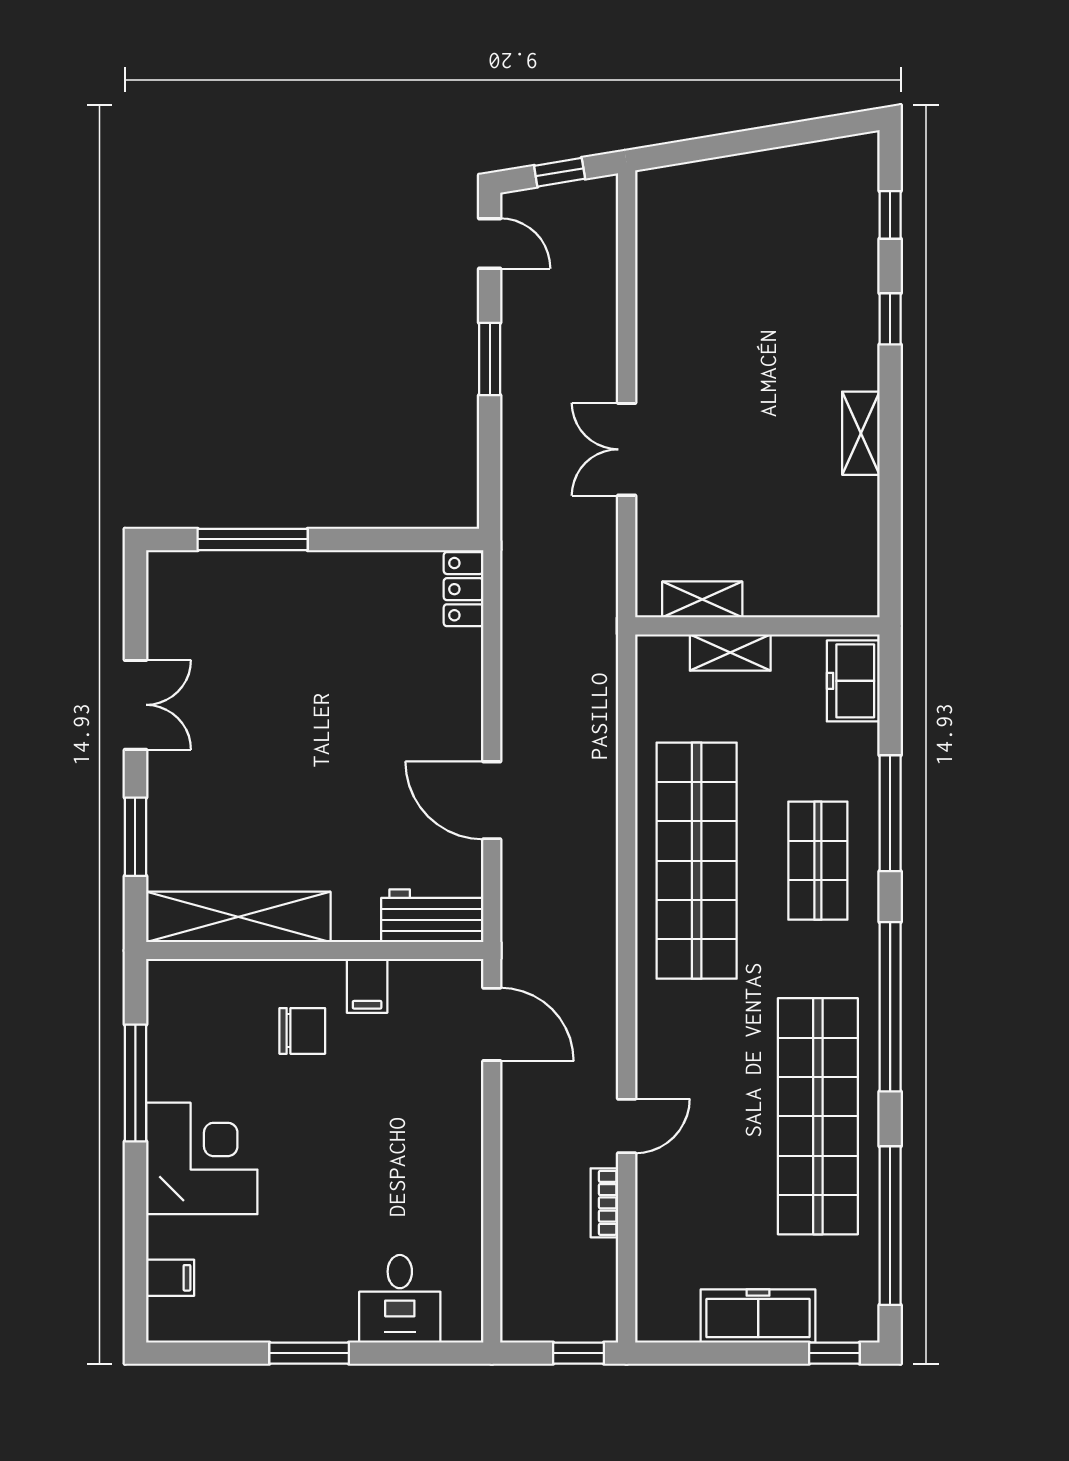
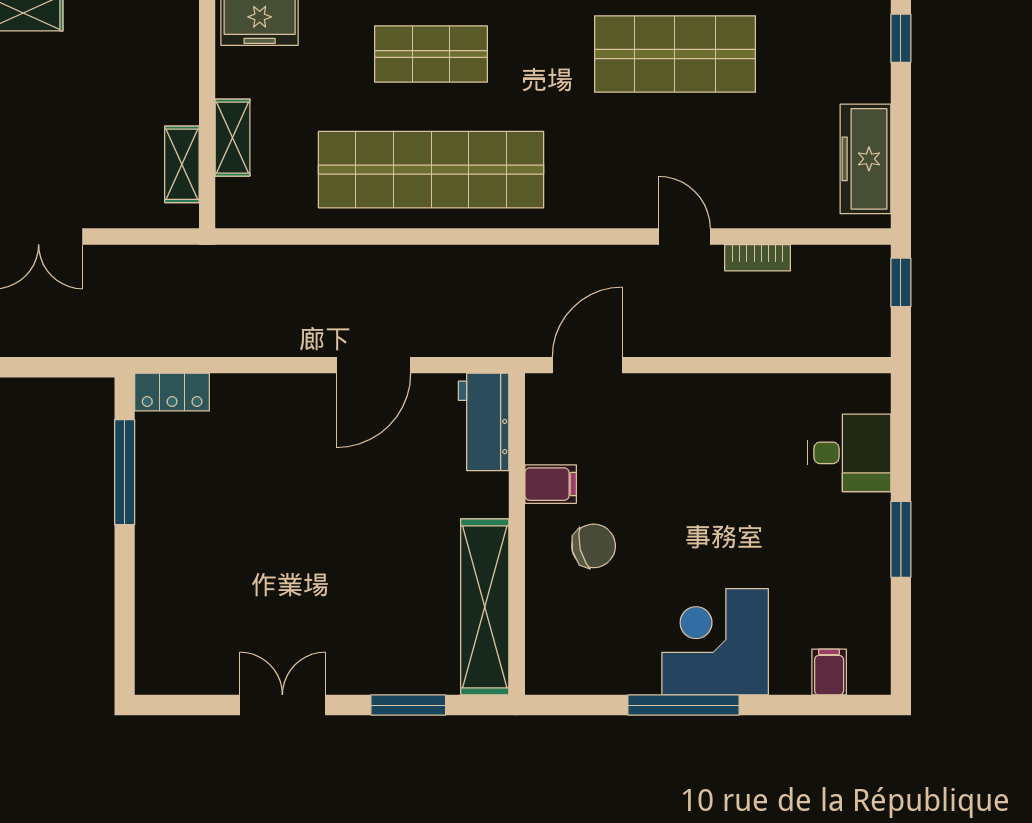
window: (253, 539) -> (125, 472), moved
chair: (302, 1031) -> (594, 546), turned 76
window: (135, 1083) -> (684, 705), moved
shop shelf: (818, 1116) -> (675, 54), width x0.71
freezer: (758, 1316) -> (865, 159), moved

